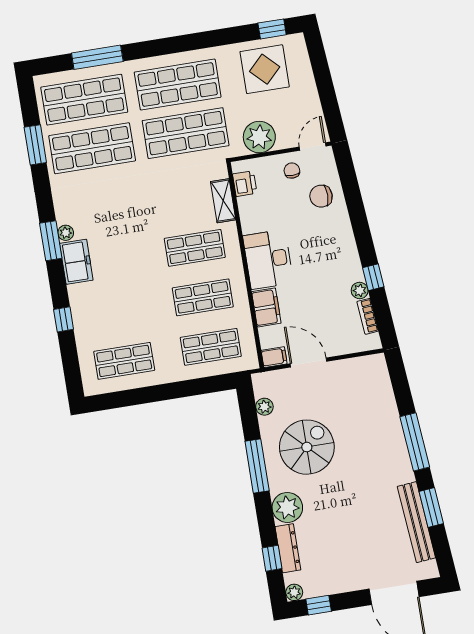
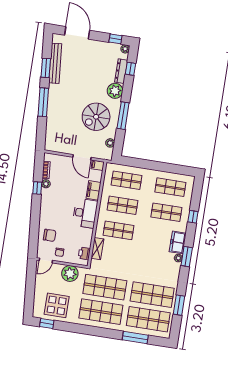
shop shelf: (116, 311) -> (166, 212), added

